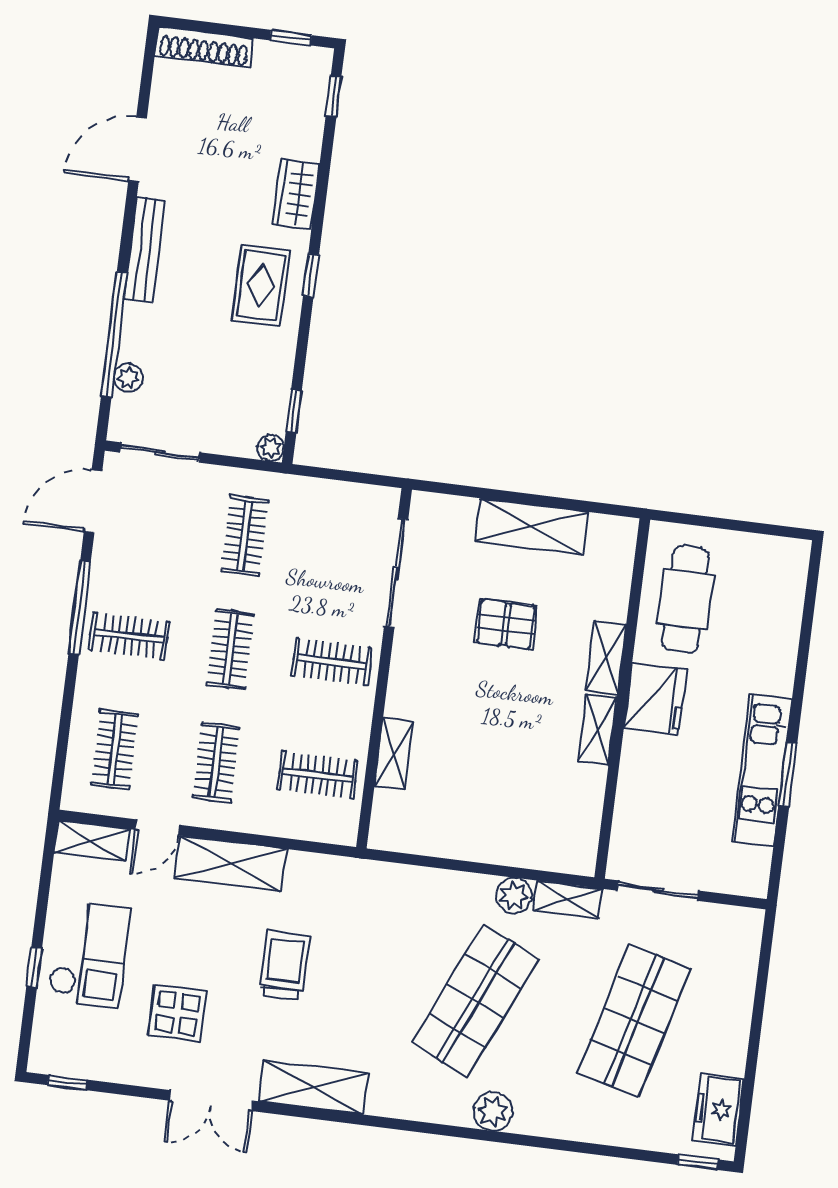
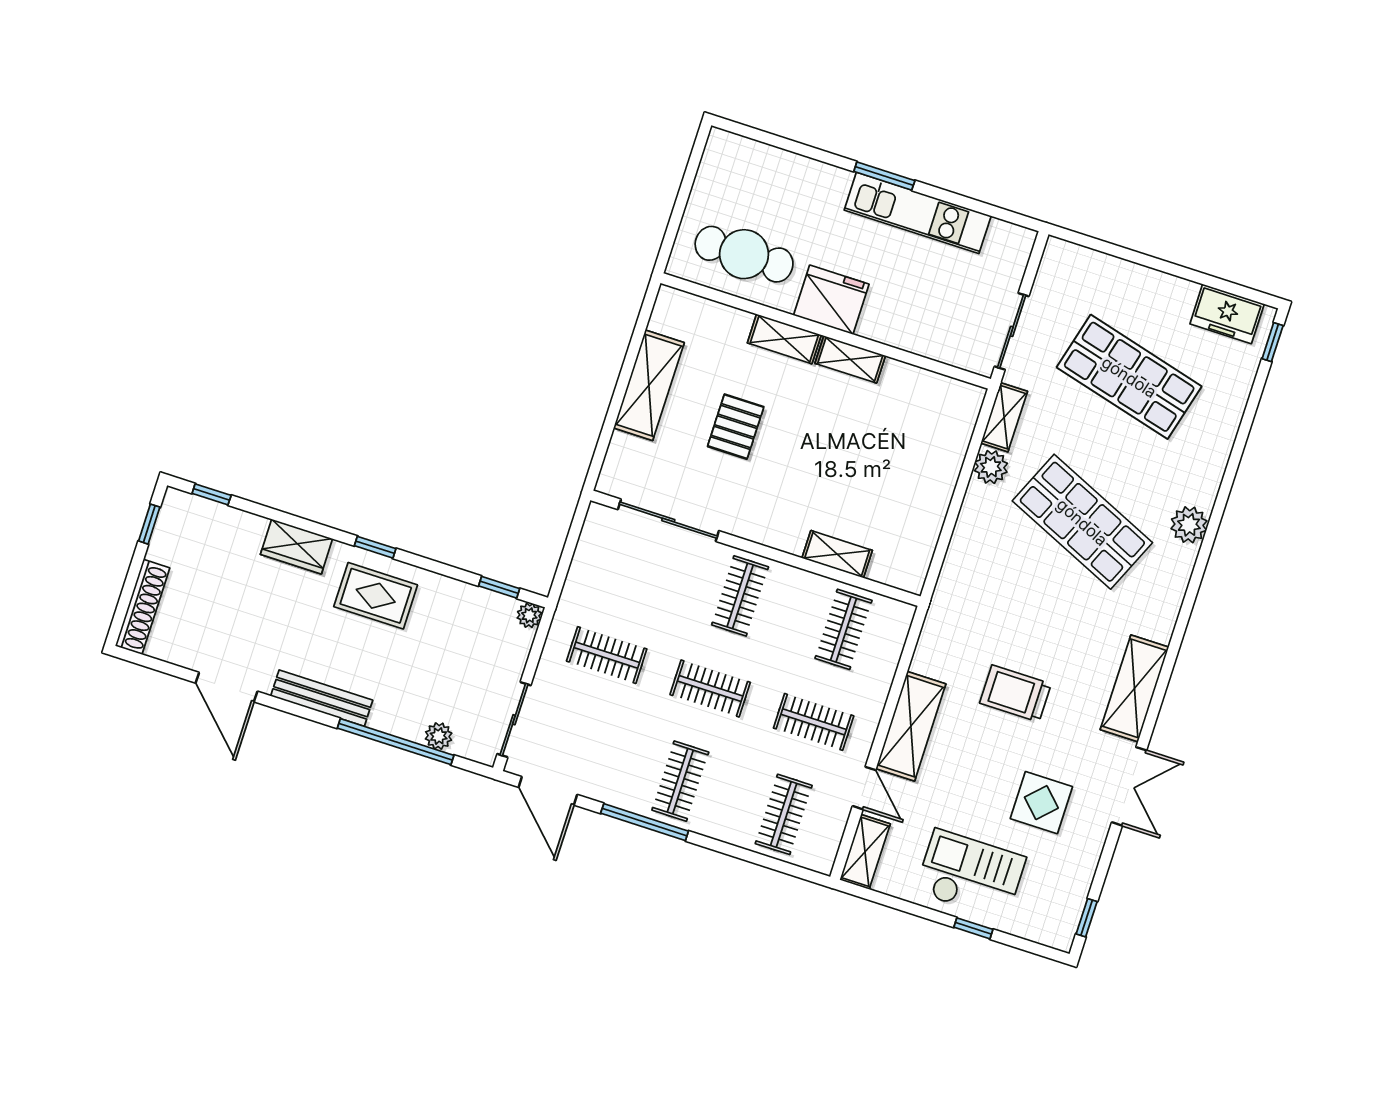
clothes rail: (115, 749) -> (784, 814), turned 90
window: (788, 774) -> (884, 176), moved

